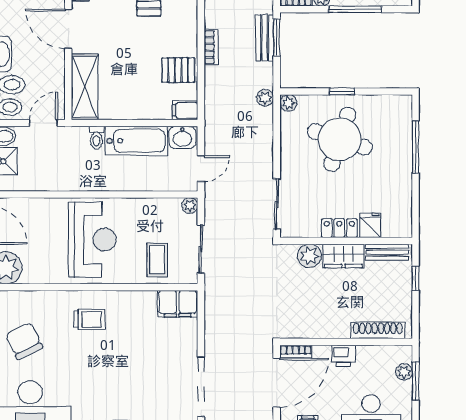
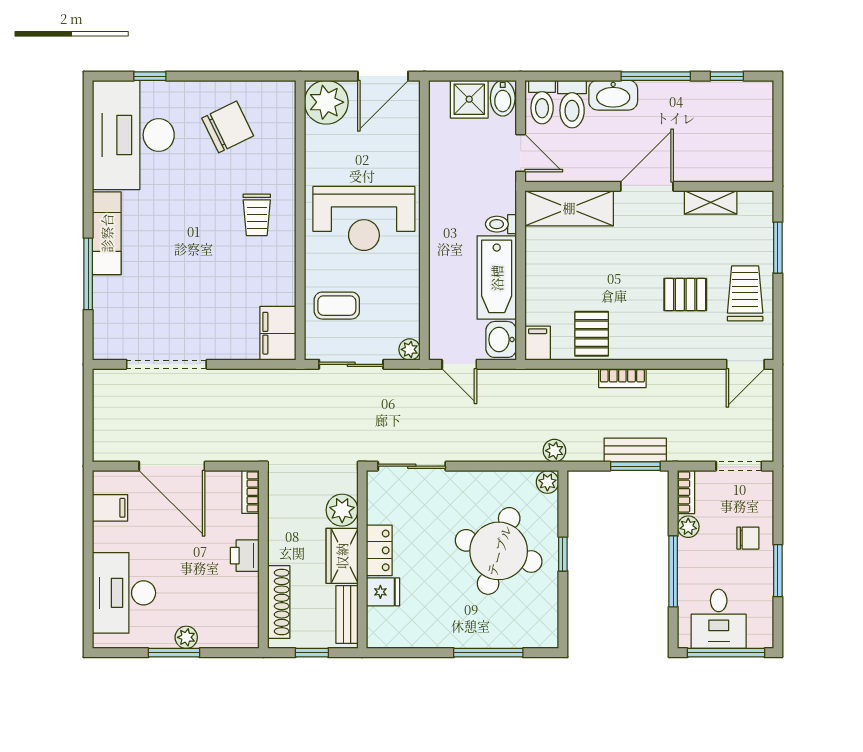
shoe rack: (378, 330) -> (279, 602), moved
wall: (346, 342) -> (263, 559), moved
bookcase: (296, 351) -> (250, 492), moved
printer: (343, 356) -> (245, 556), moved

